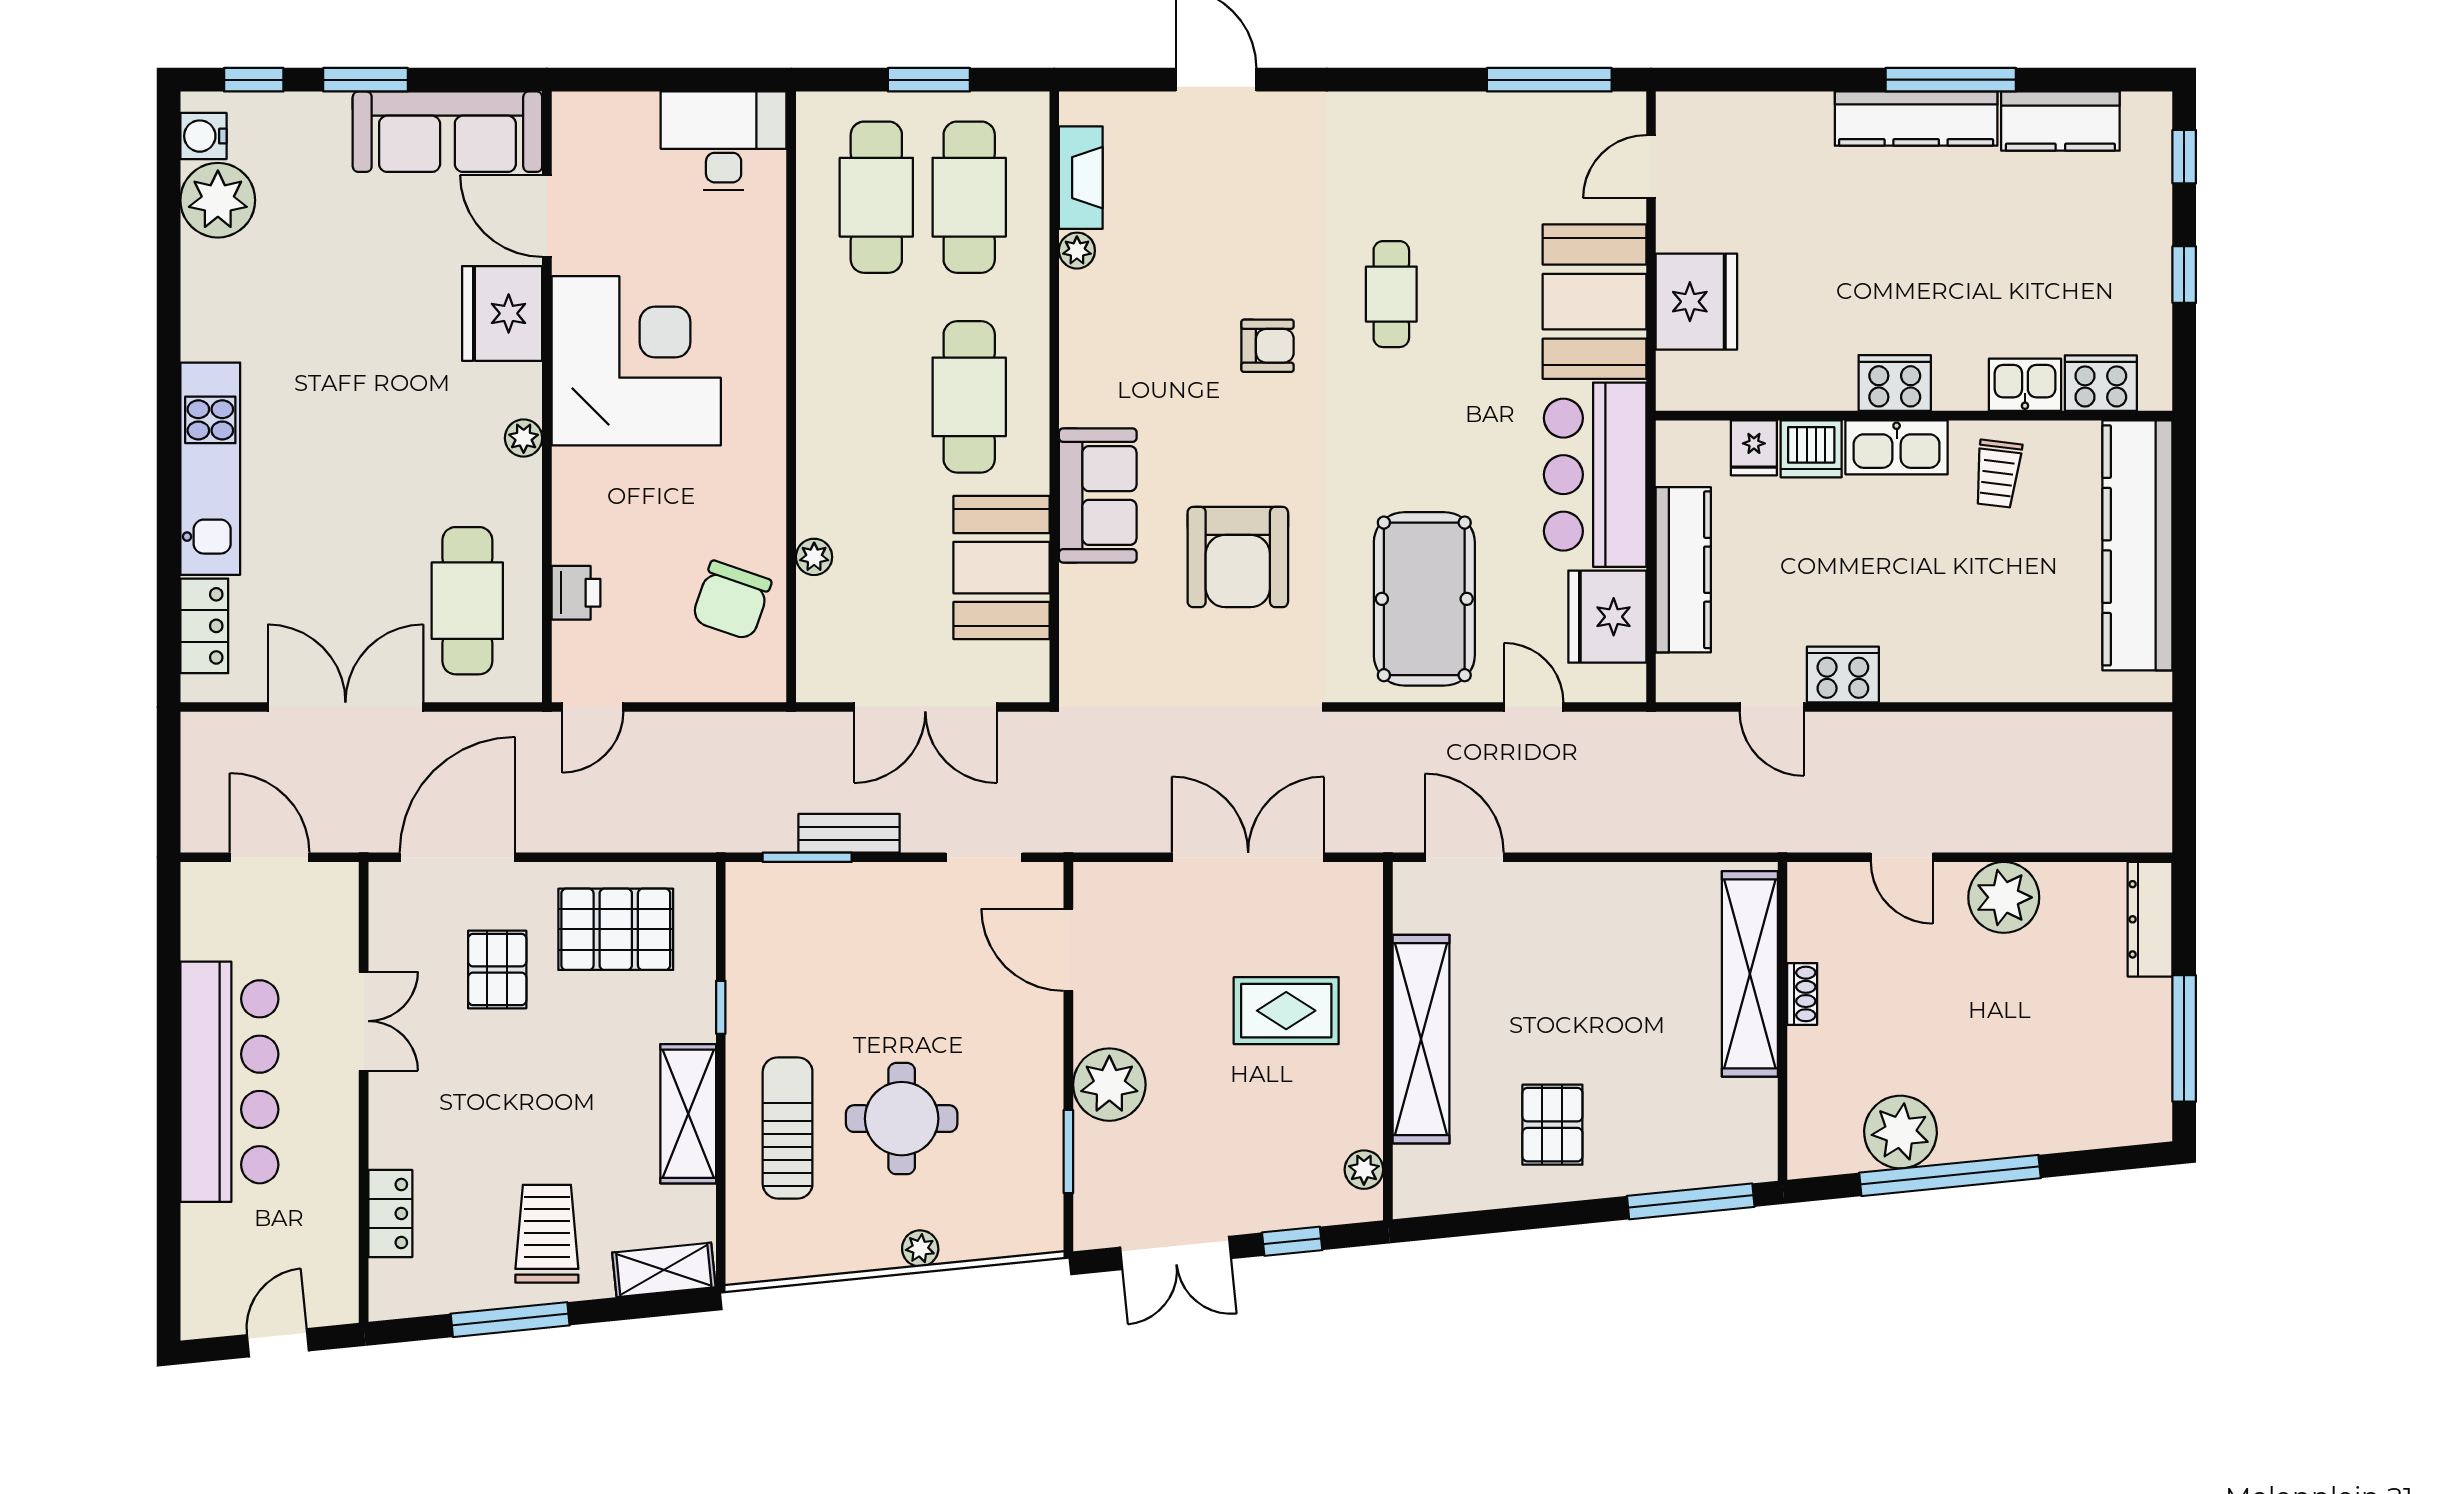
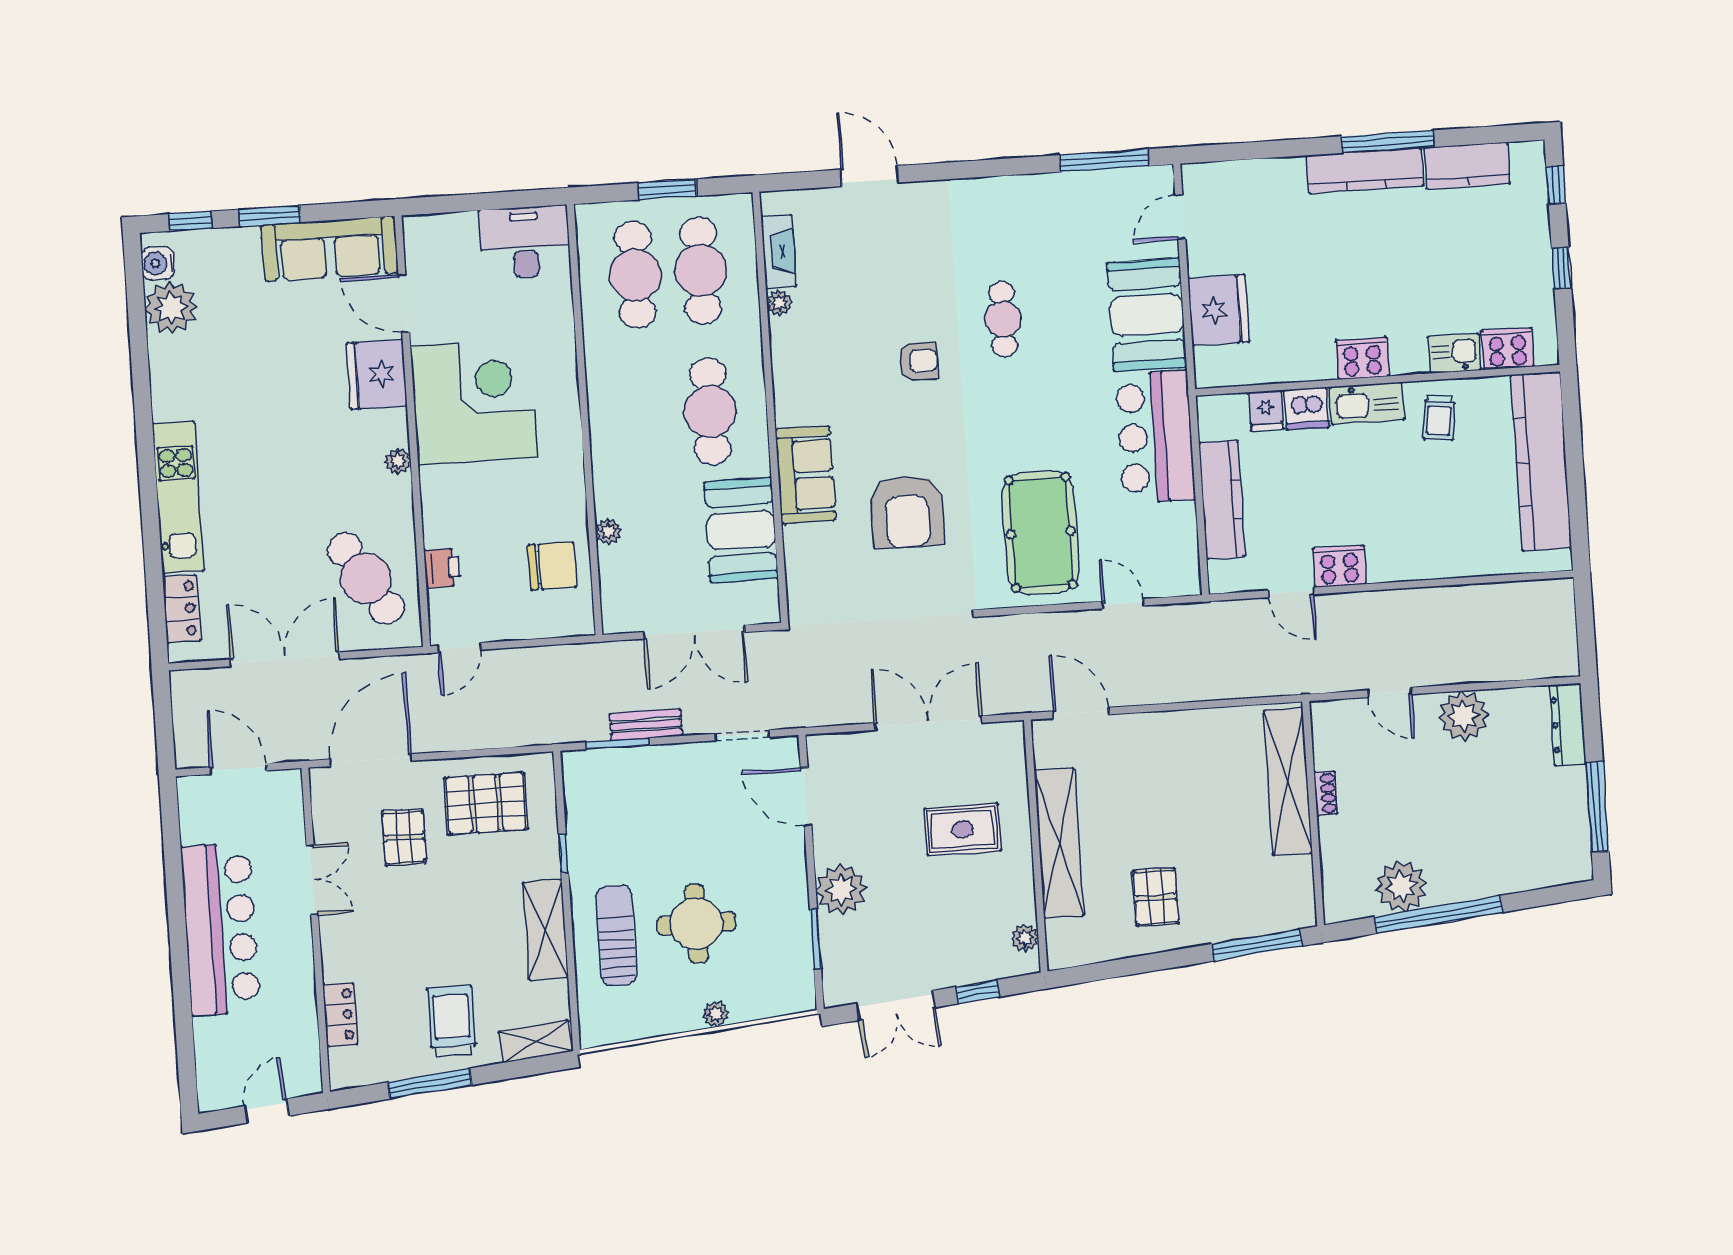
chair: (732, 600) -> (552, 566), turned -109
cafe table: (467, 601) -> (366, 579), turned -32
fridge: (1607, 617) -> (1171, 536), removed

